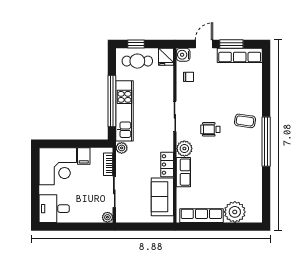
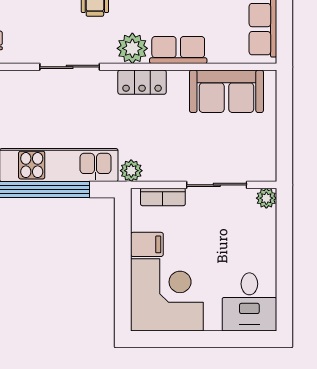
locker: (167, 165) -> (142, 82), moved

